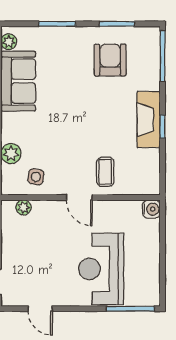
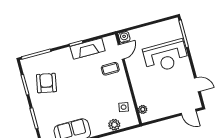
armchair: (110, 60) -> (46, 83), turned 101
fireplace: (149, 120) -> (88, 49), moved
door: (79, 197) -> (121, 52), moved
door: (40, 309) -> (197, 85), hinge flipped

